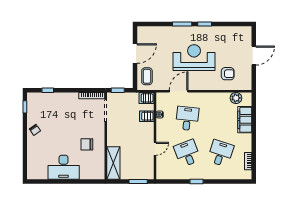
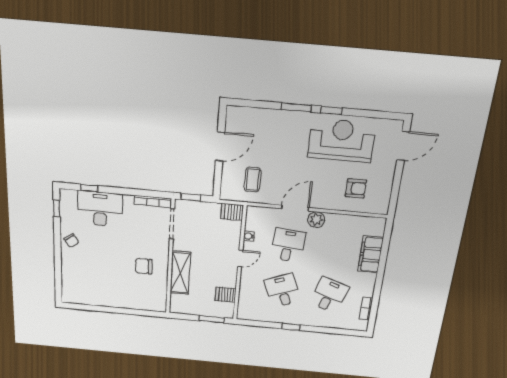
door: (254, 56) -> (403, 146), moved
reception desk: (194, 58) -> (342, 140), moved
coffee table: (147, 76) -> (253, 180), moved
door: (179, 91) -> (295, 208), moved
plant: (236, 98) -> (316, 220), moved
server rack: (147, 116) -> (226, 295), moved
door: (155, 149) -> (240, 259), moved
shelving: (113, 163) -> (180, 273), moved
desk: (64, 167) -> (100, 209), moved, turned 180

